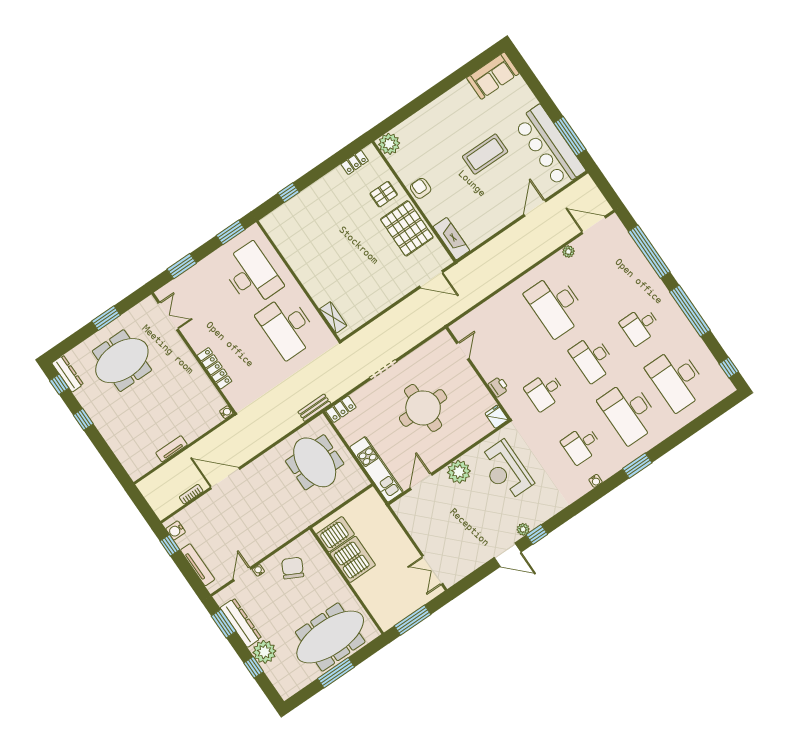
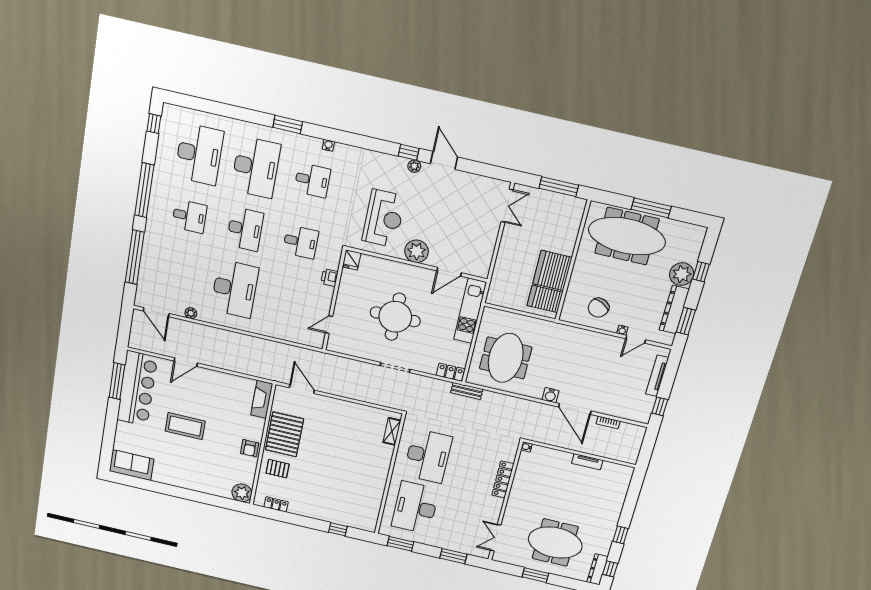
water cooler: (176, 530) -> (551, 395), moved, turned 90

